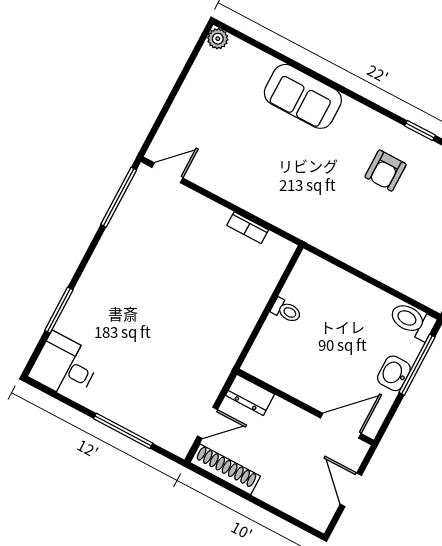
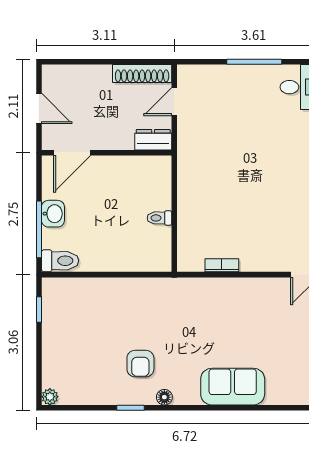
floor lamp: (379, 123) -> (164, 397), added
armchair: (386, 171) -> (140, 364), turned 180
window: (123, 431) -> (254, 62), moved

